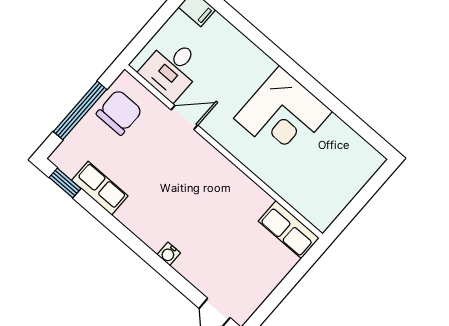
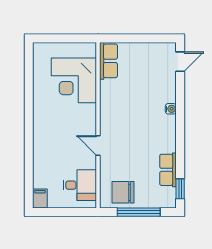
corner desk: (283, 115) -> (74, 80), moved, turned 180
door: (184, 117) -> (98, 145), moved

